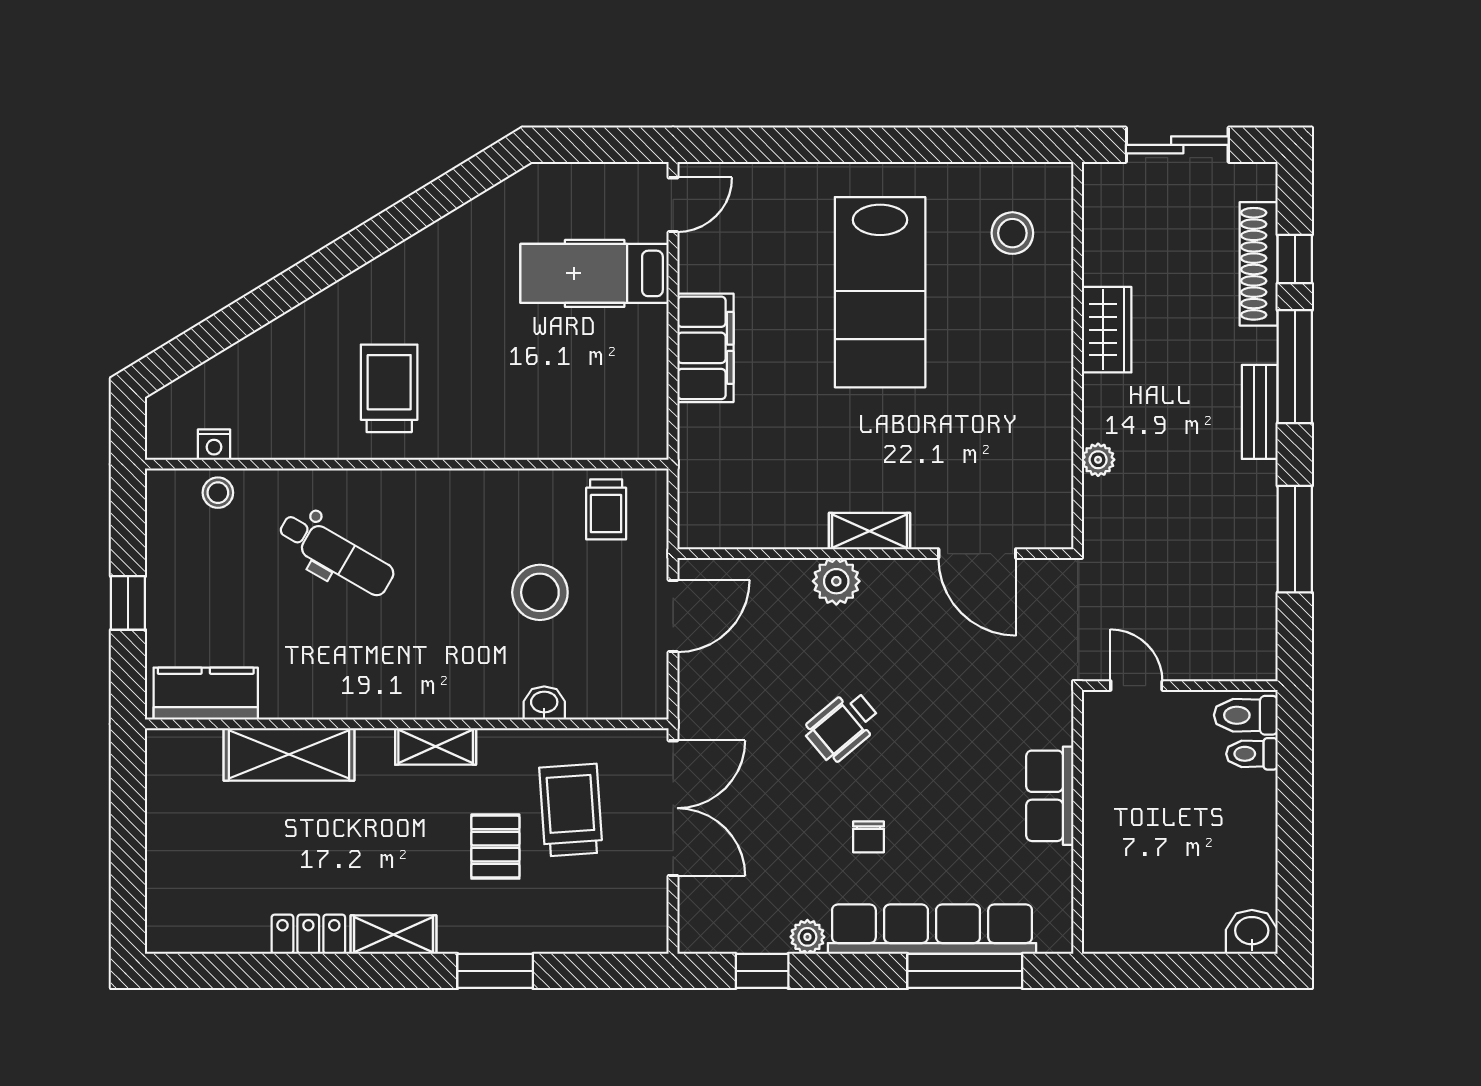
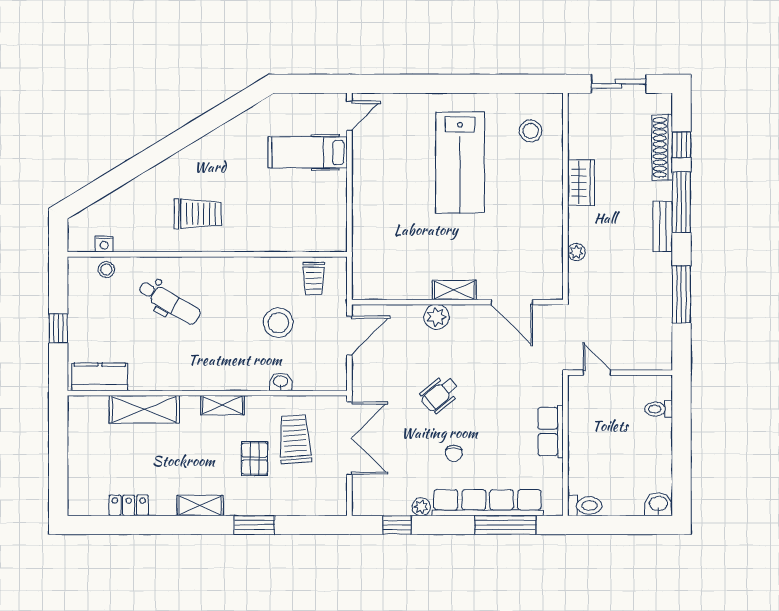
filing cabinet: (705, 348) -> (367, 192), removed
trolley: (389, 388) -> (198, 214), turned 90
toilet: (1246, 715) -> (585, 506), moved, turned 180
locker: (308, 934) -> (129, 505), moved

